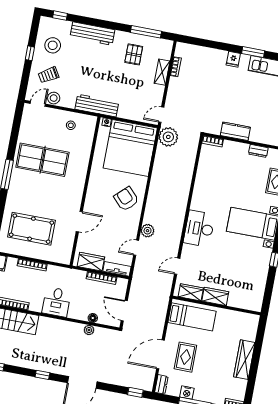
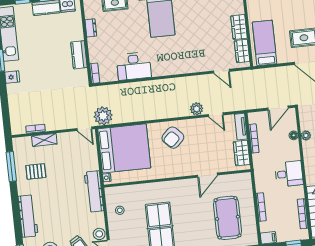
door: (79, 222) -> (207, 175), swing flipped
desk: (199, 229) -> (134, 66), moved

